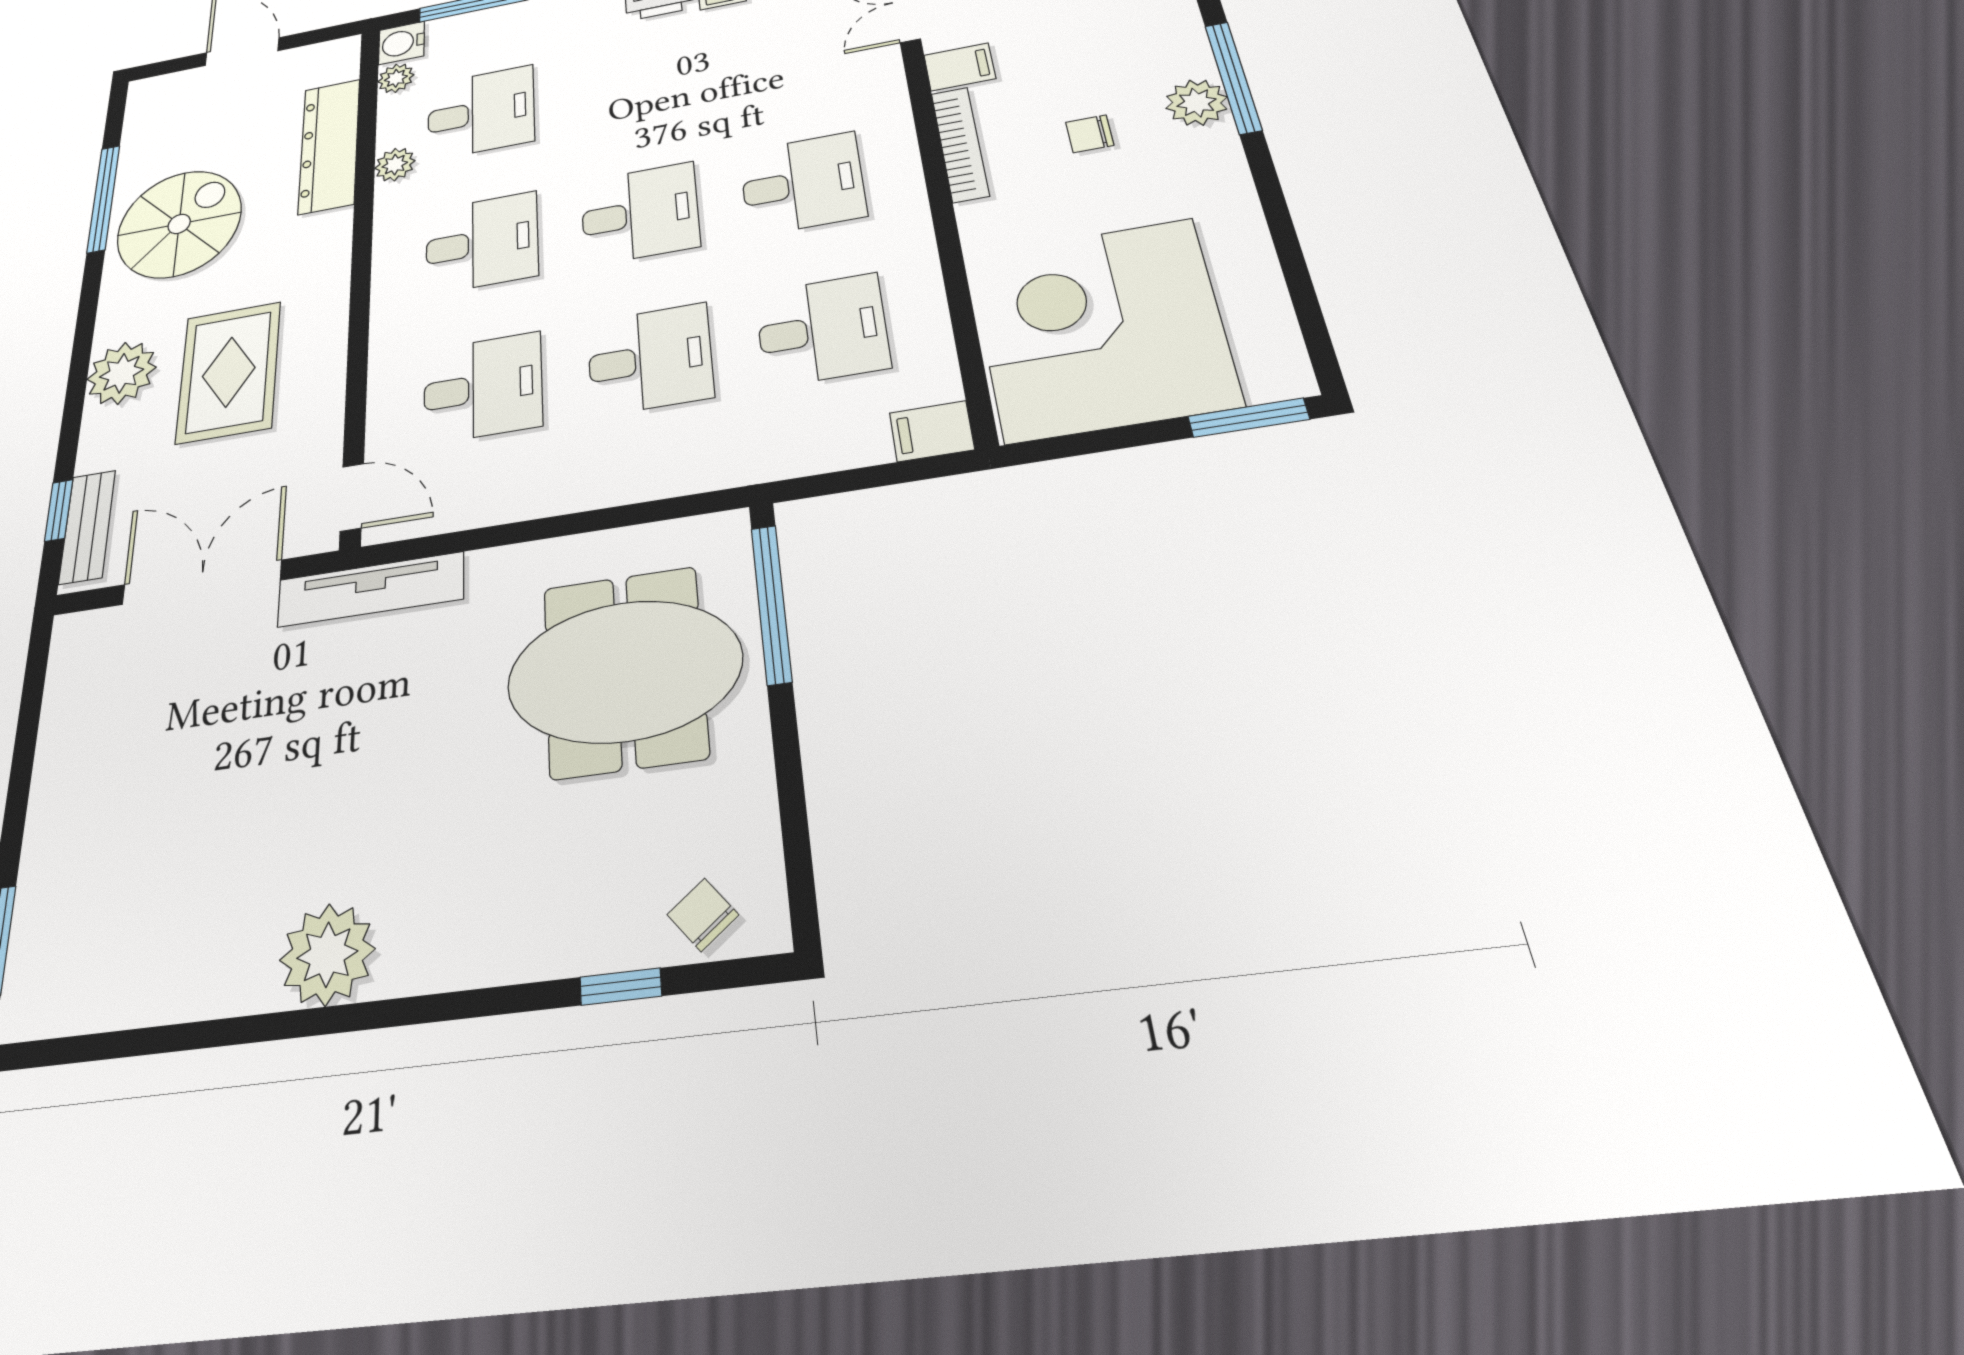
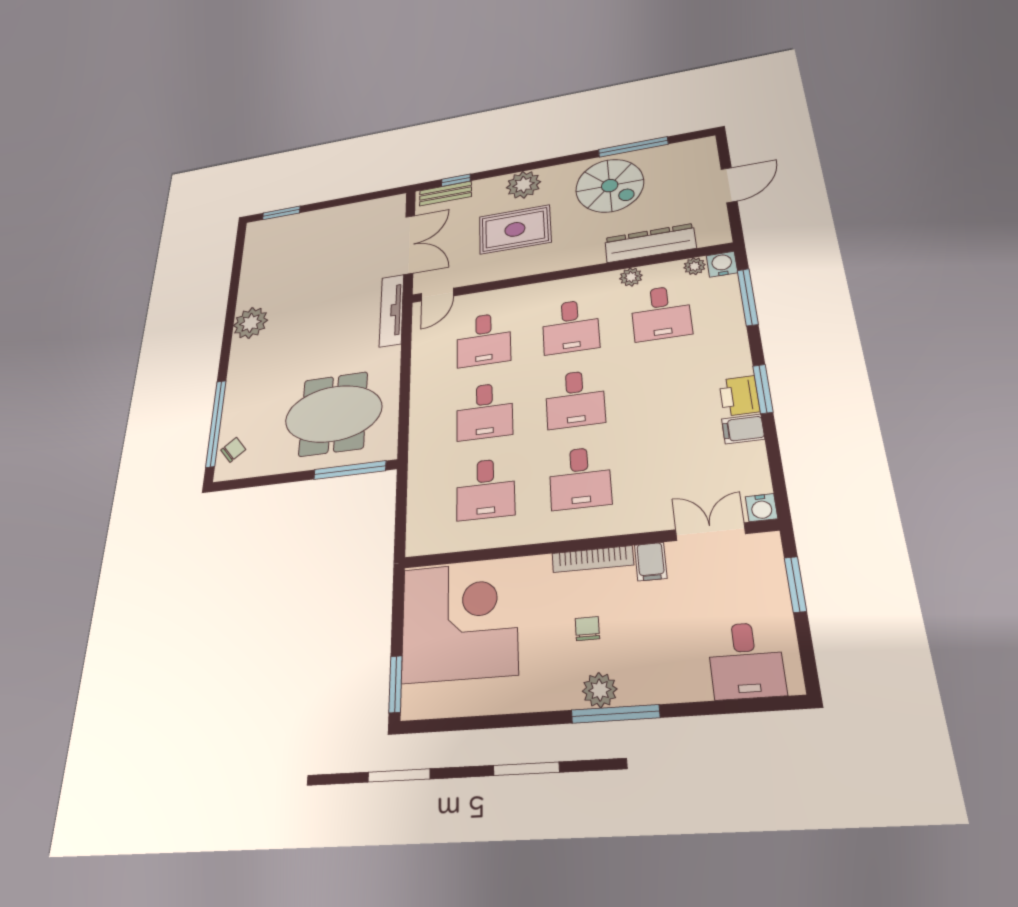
filing cabinet: (932, 431) -> (419, 538), removed
meeting table: (624, 671) -> (333, 414), turned 90
window: (621, 987) -> (216, 423), width x3.17

